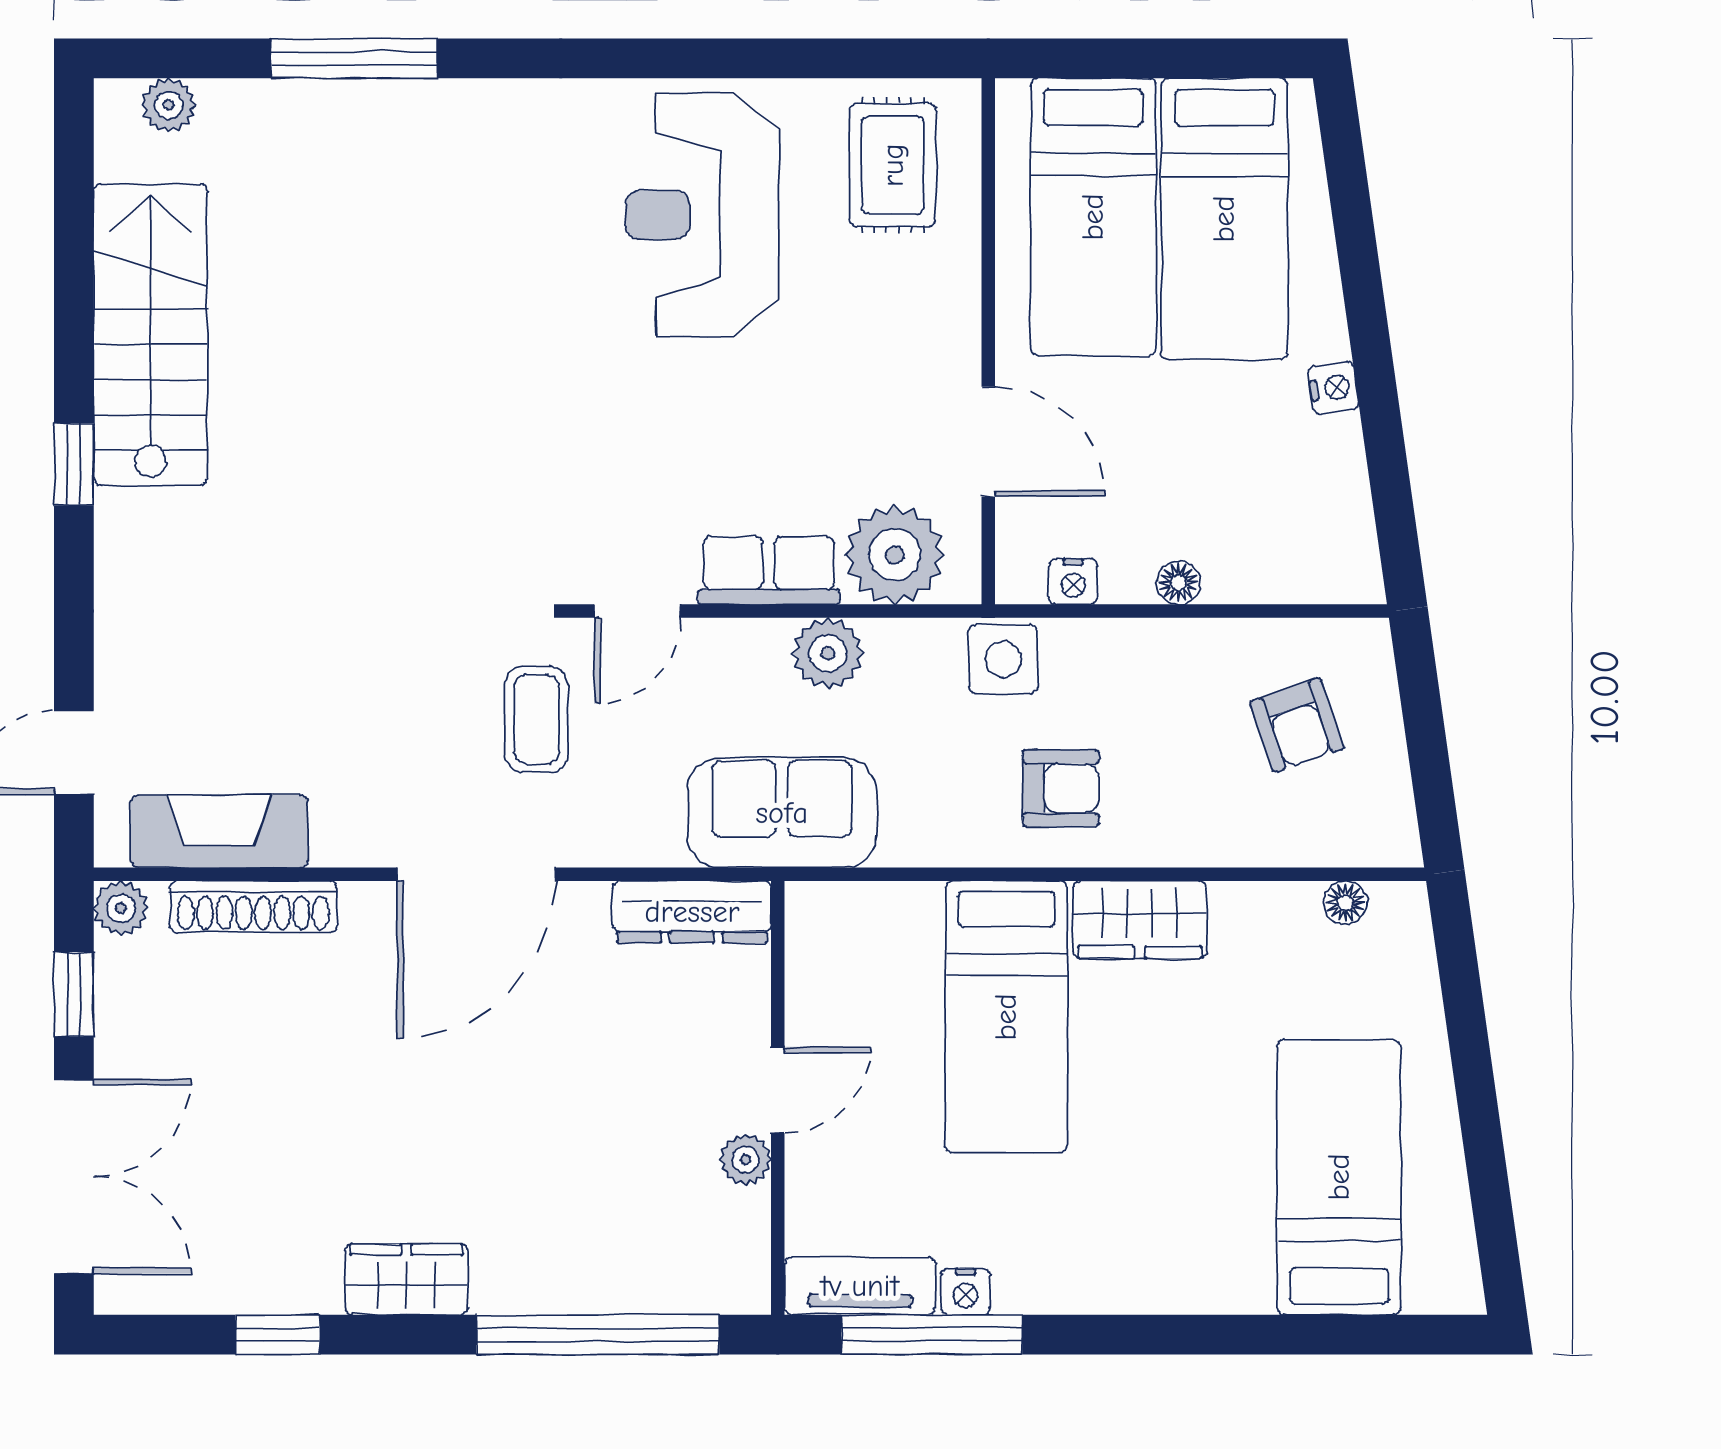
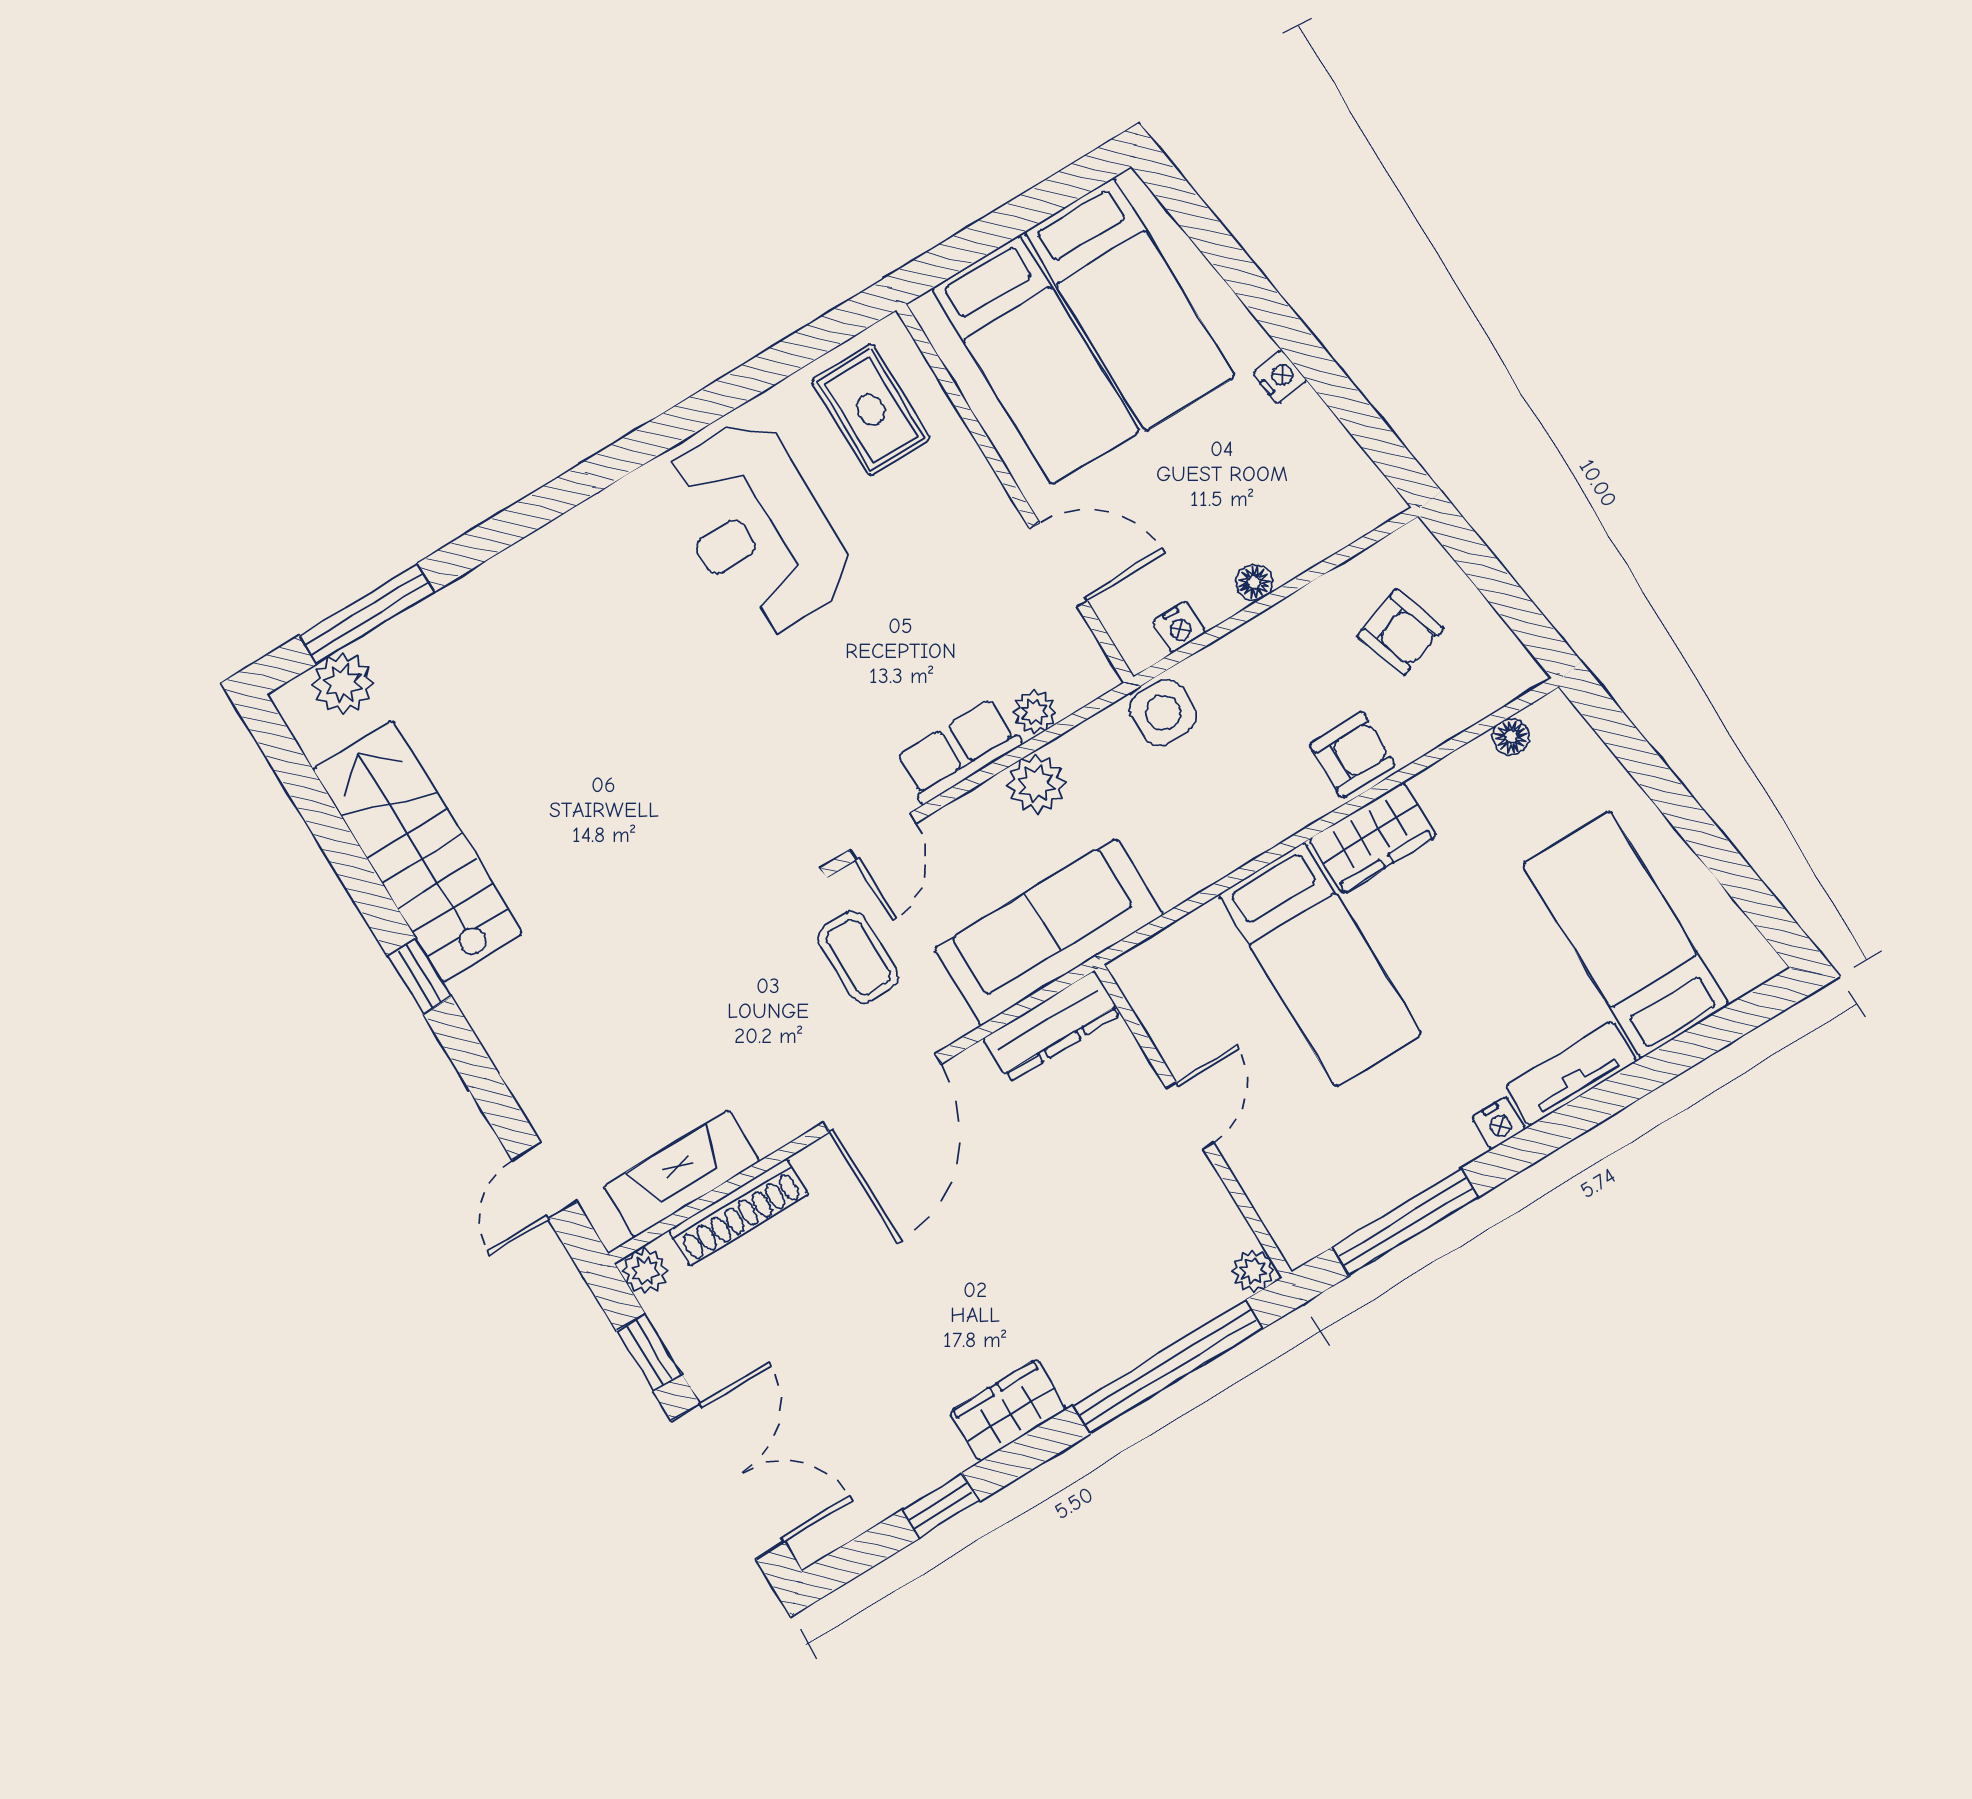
window: (354, 58) -> (367, 614), moved
plant: (169, 105) -> (343, 684), width x1.38, depth x1.38
plant: (895, 555) -> (1035, 712), width x0.53, depth x0.53
armchair: (1061, 788) -> (1352, 755), moved
sofa: (782, 813) -> (1049, 932), width x1.36
plant: (746, 1159) -> (1253, 1271), moved
tv unit: (860, 1286) -> (1571, 1073), moved
nightstand: (965, 1292) -> (1499, 1123), moved

